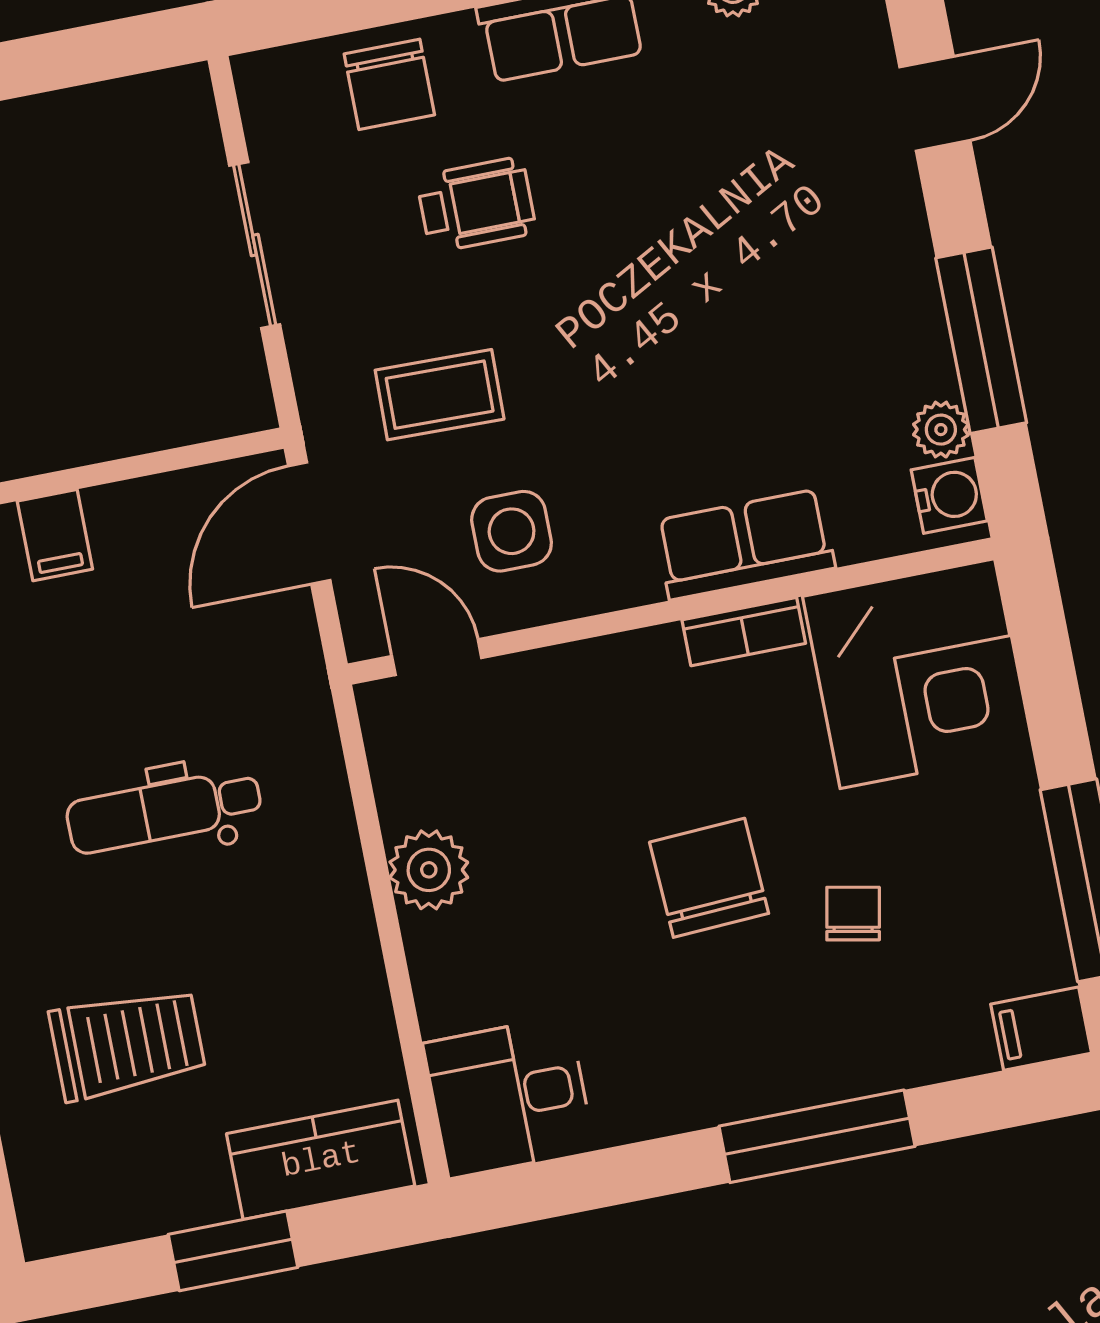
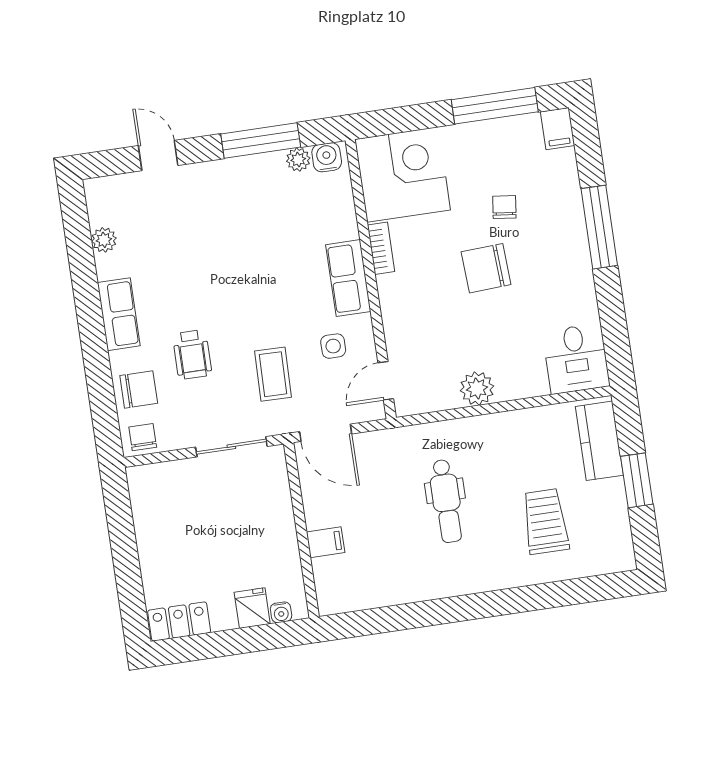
chair: (279, 99) -> (143, 437), added
wheelchair: (476, 205) -> (192, 355), turned 180
sliding door: (255, 245) -> (231, 447), moved
side table: (512, 531) -> (333, 346), width x0.73, depth x0.73
row of seats: (745, 544) -> (348, 278), moved
chair: (853, 914) -> (504, 207), turned 86

